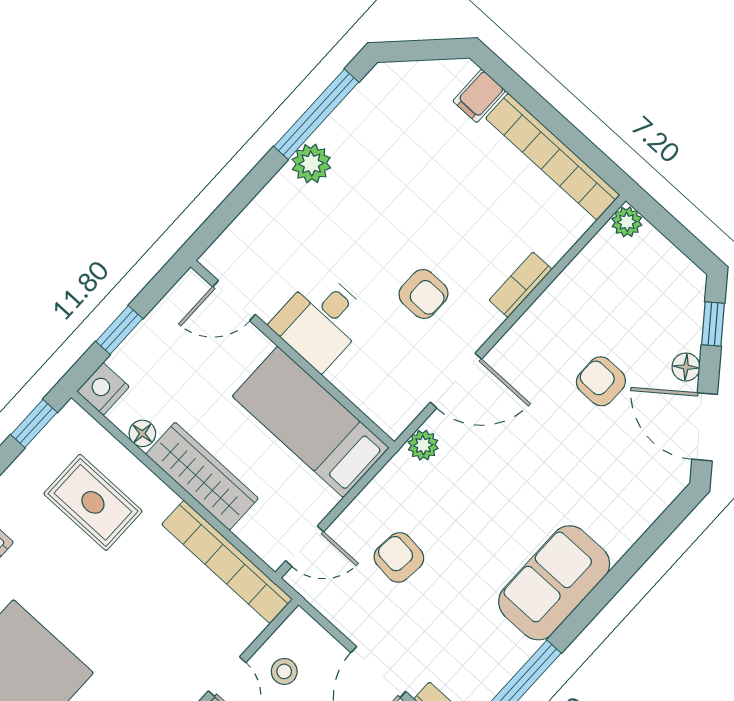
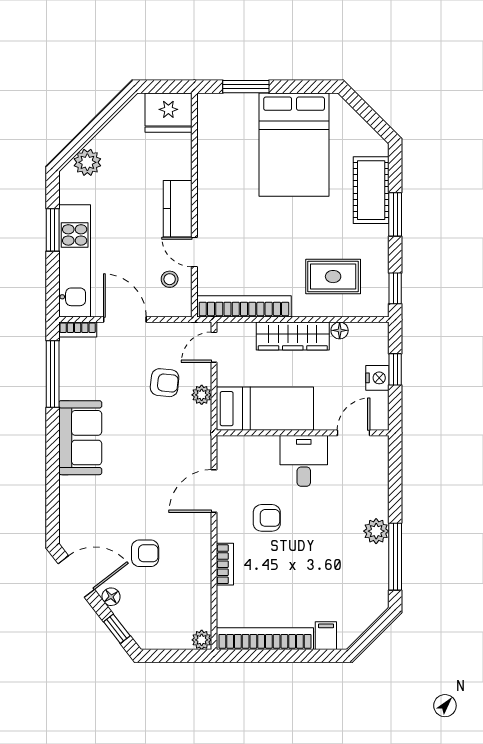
armchair: (423, 294) -> (267, 518), turned 180
nightstand: (103, 389) -> (377, 378), moved
plant: (423, 445) -> (202, 395), moved

